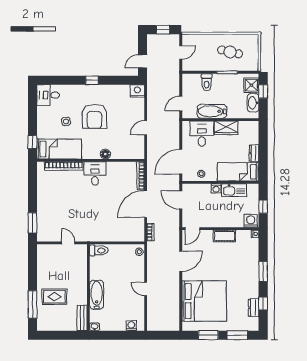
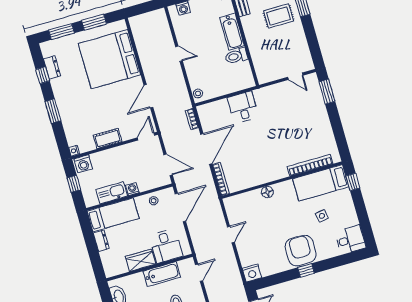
armchair: (94, 117) -> (301, 250), moved
desk: (95, 174) -> (243, 107), moved, turned 180
door: (68, 243) -> (295, 76), moved
toilet: (99, 250) -> (236, 56), moved

